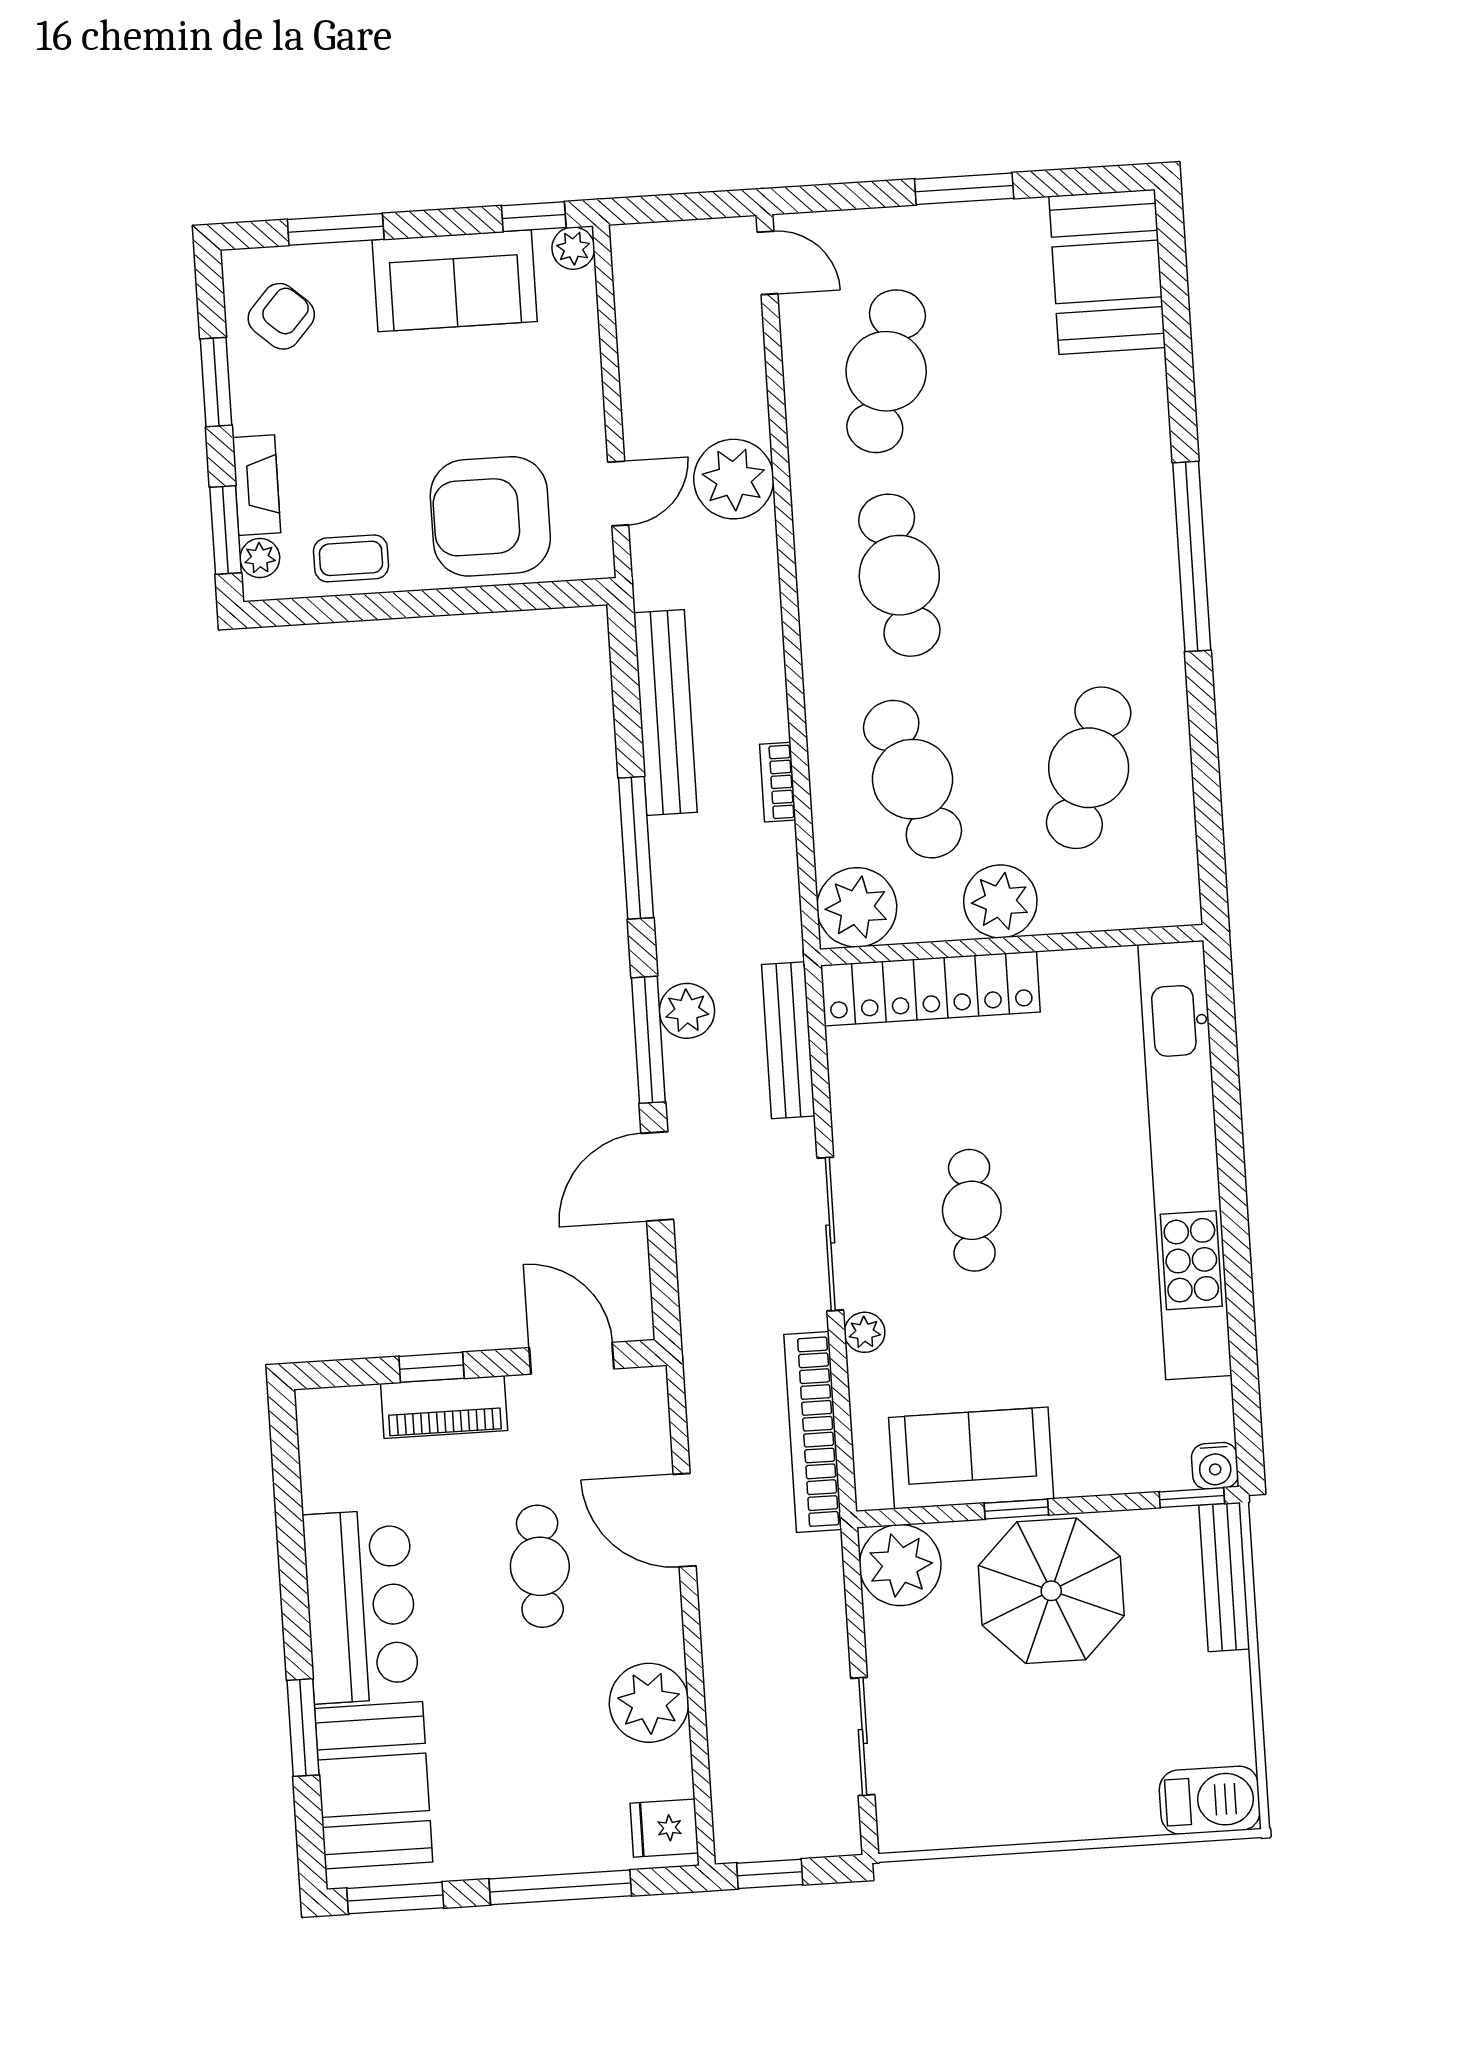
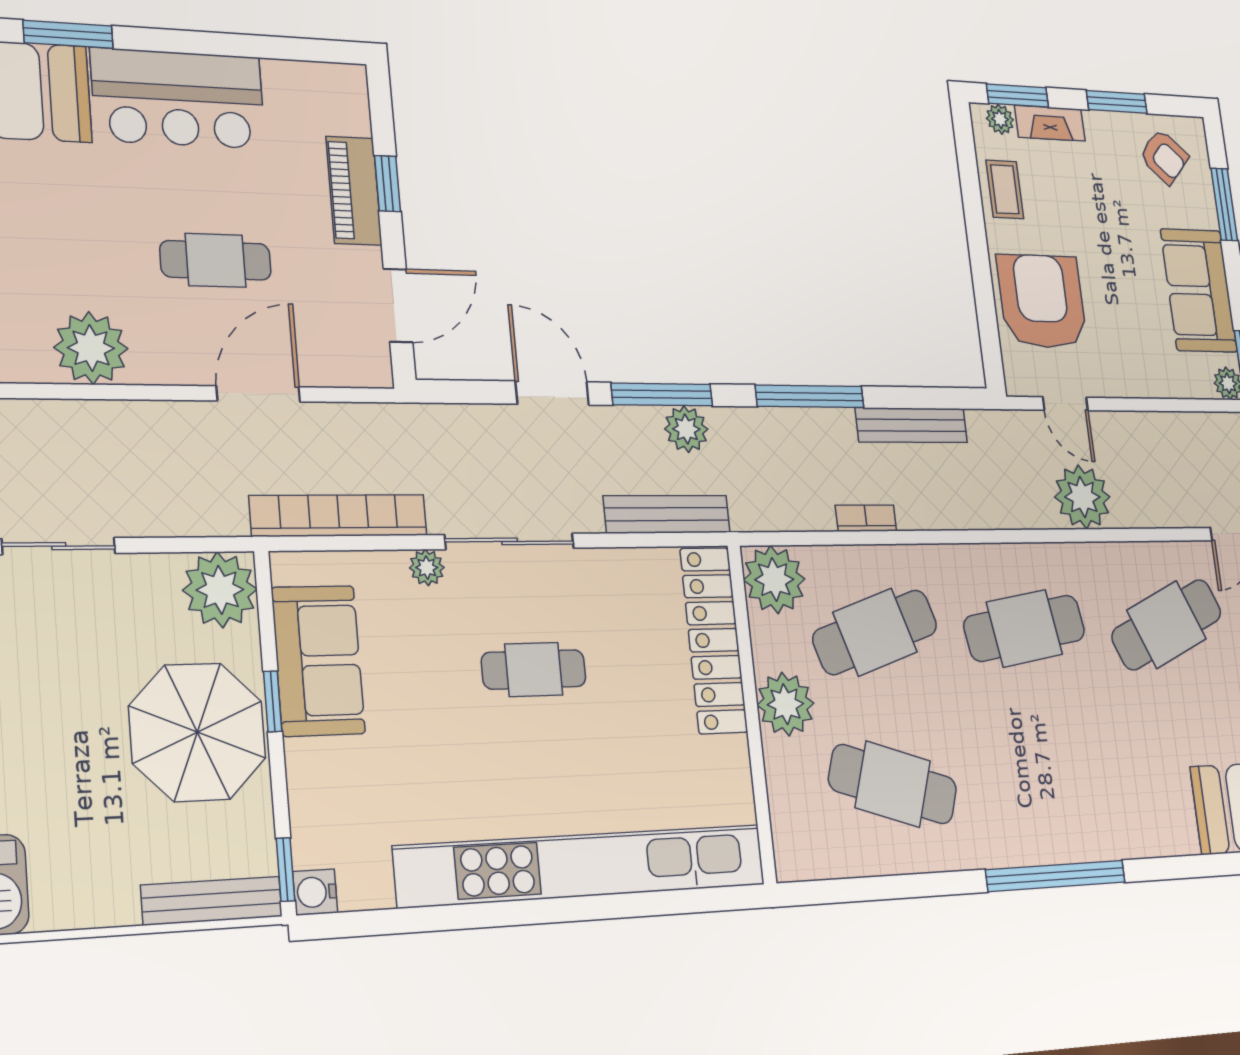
cafe table: (886, 371) -> (1167, 625), turned -39
bench: (665, 712) -> (911, 425), width x0.73, depth x0.82

